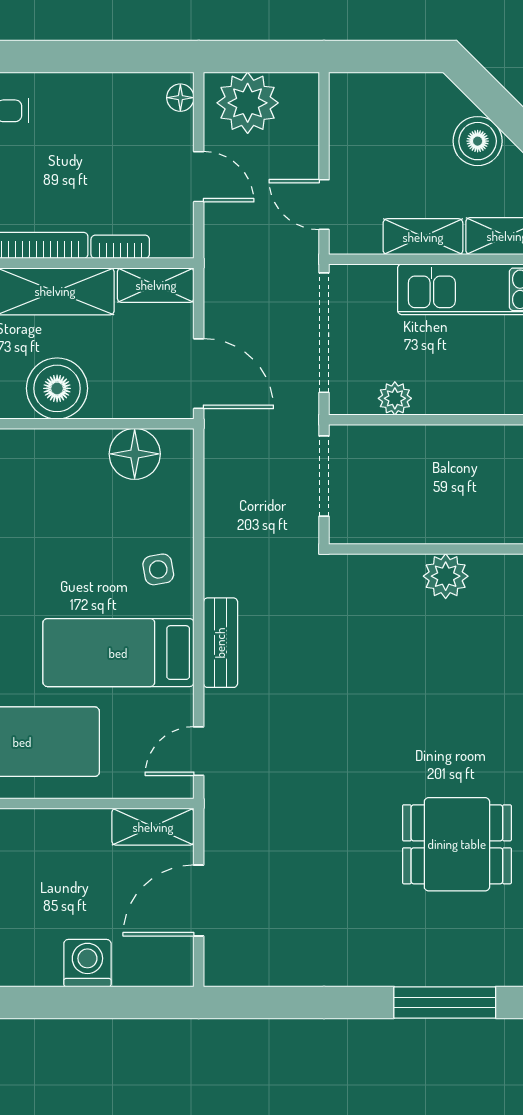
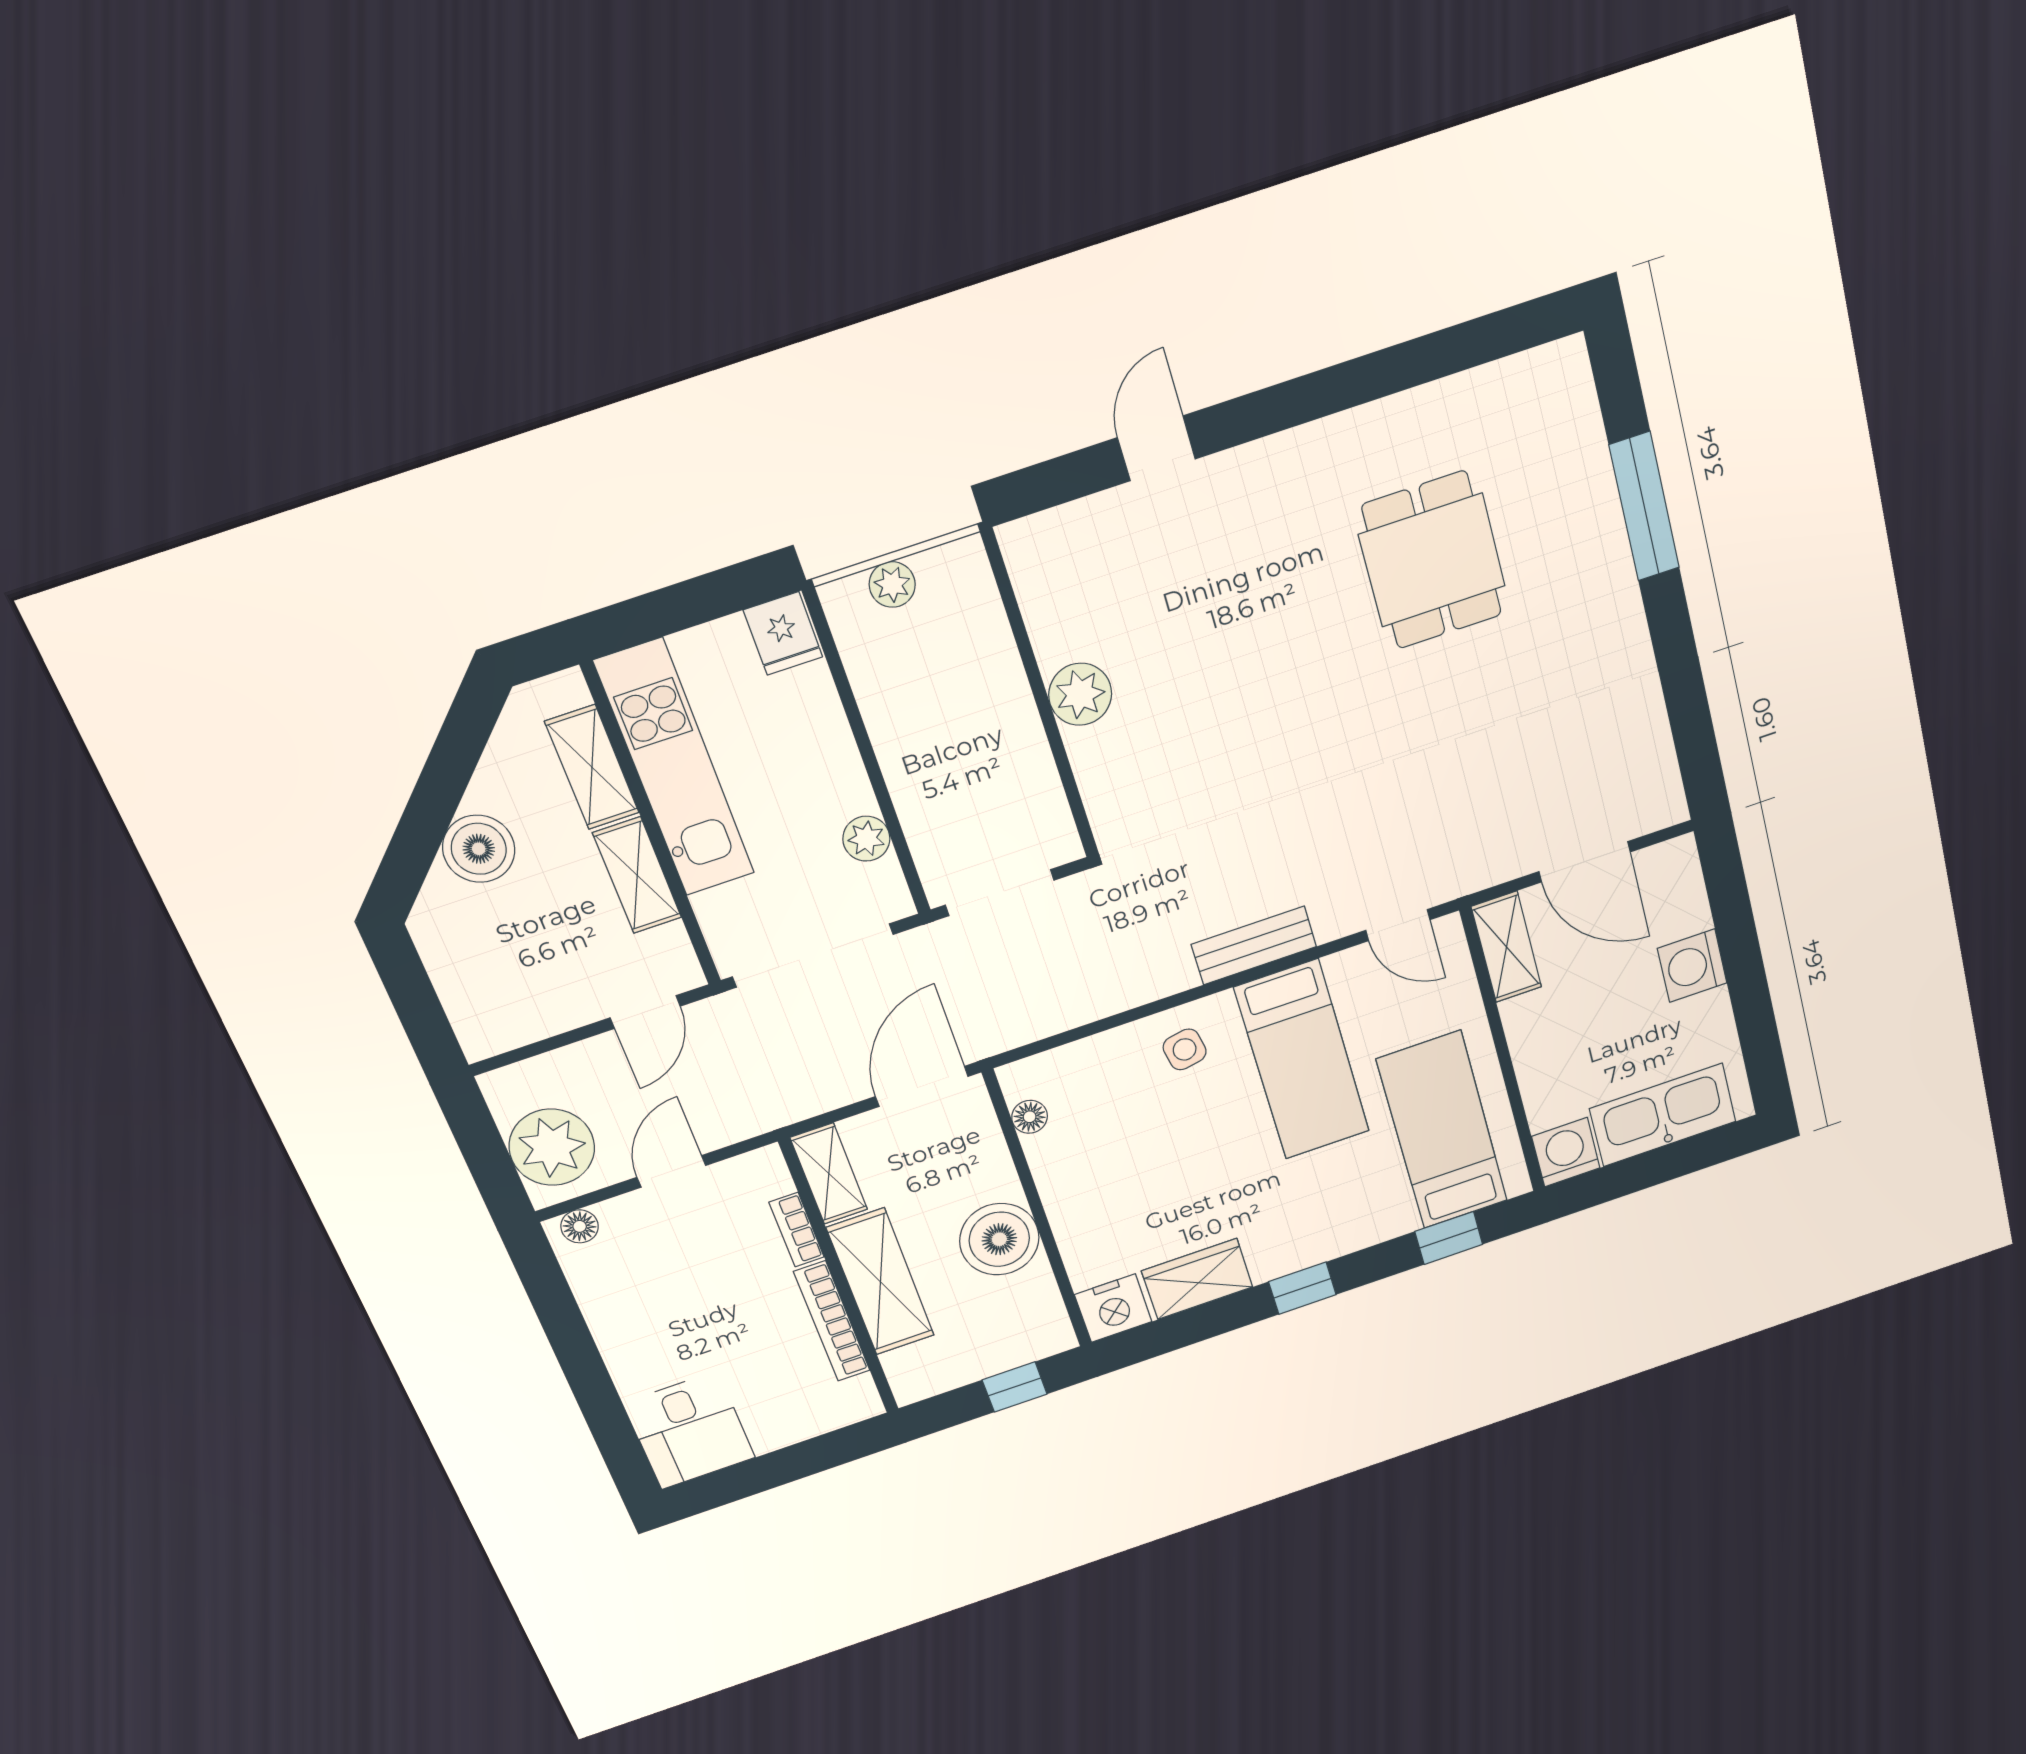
floor lamp: (135, 454) -> (1030, 1117), width x0.53, depth x0.53

